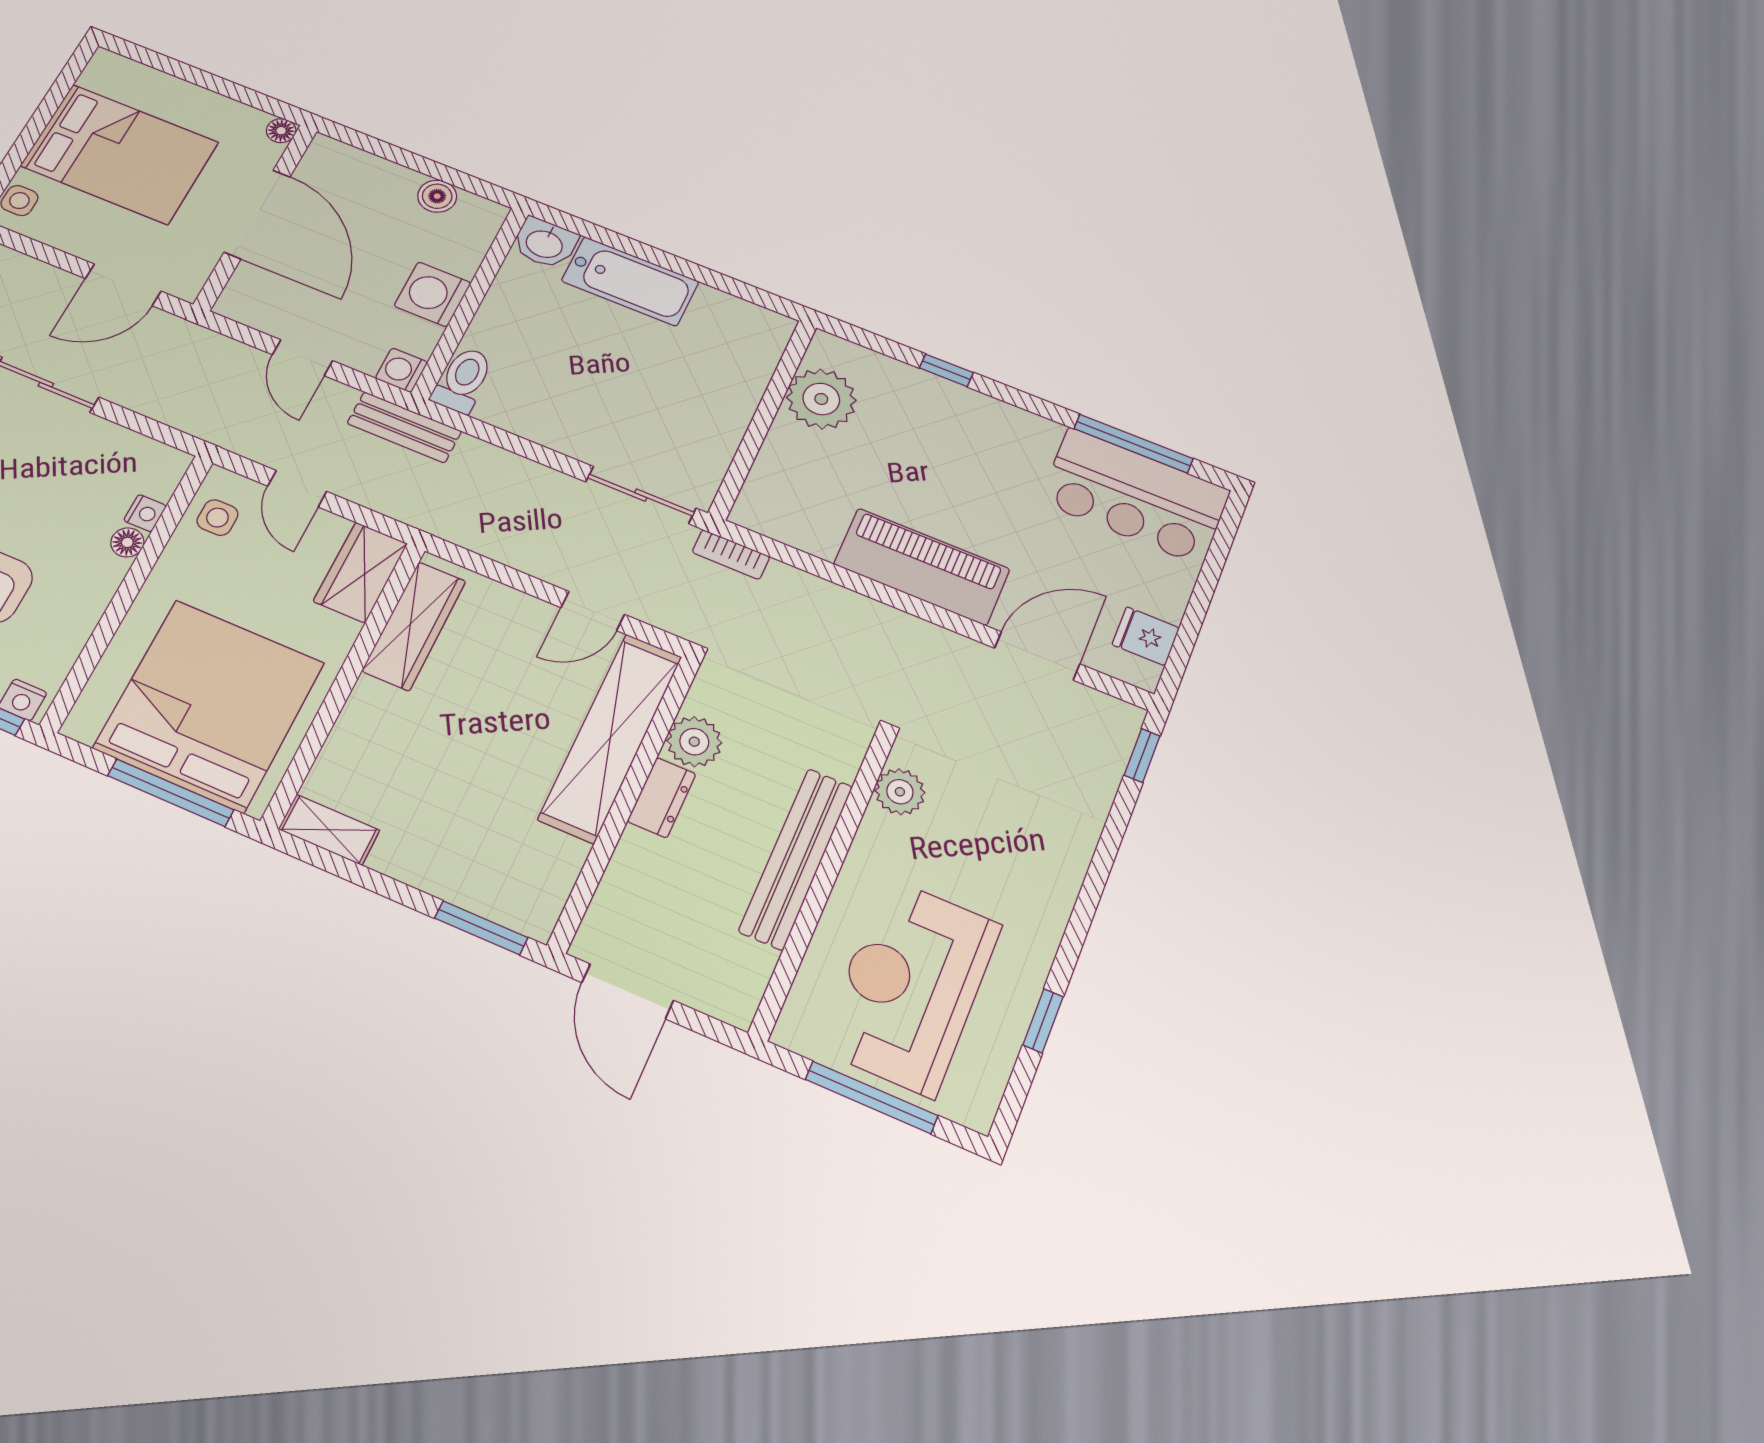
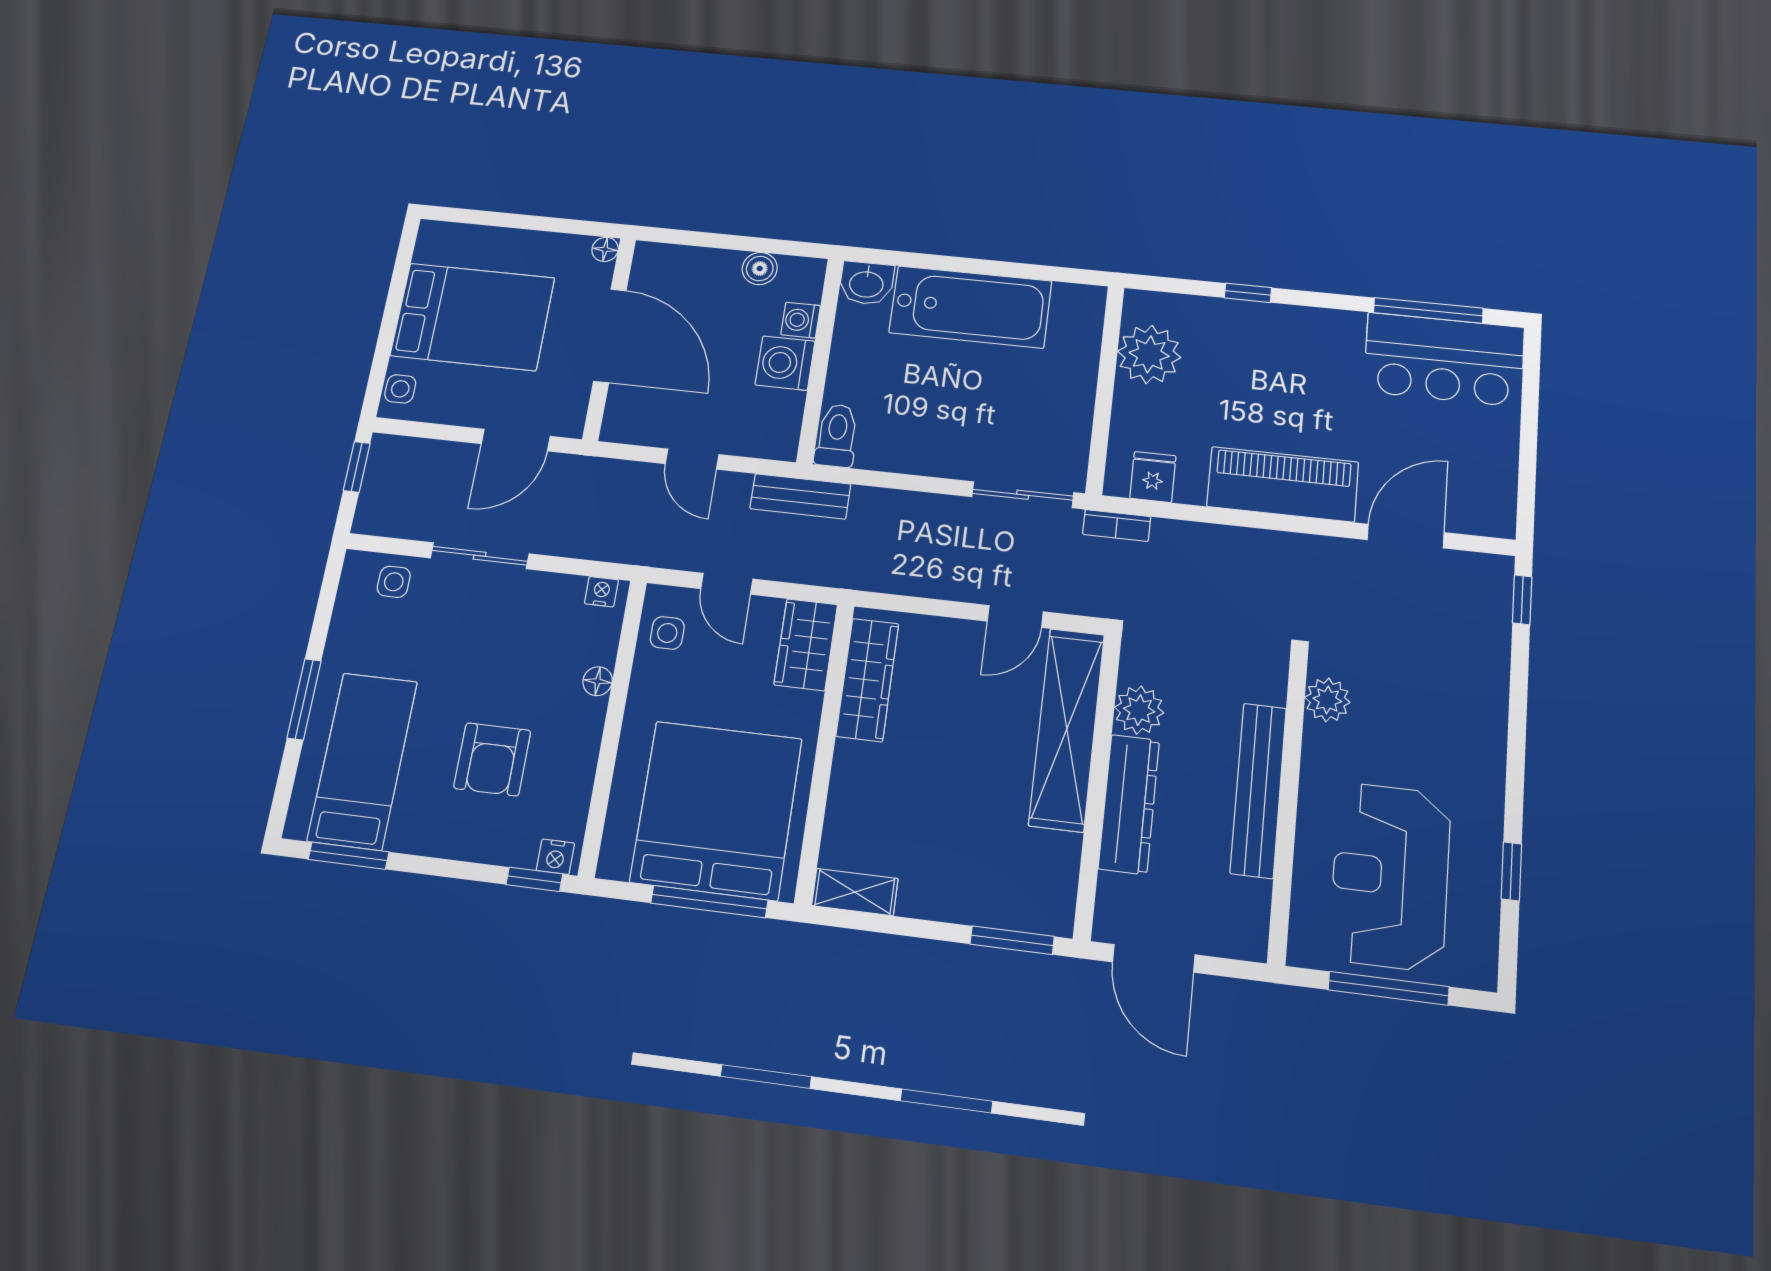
bathtub: (630, 281) -> (970, 307), width x1.36, depth x1.36
washing machine: (401, 370) -> (801, 320), moved
nightstand: (145, 513) -> (601, 592), moved, turned -90
fridge: (1146, 636) -> (1153, 477), moved, turned 90
dresser: (662, 798) -> (1129, 804), width x1.96, depth x1.24

